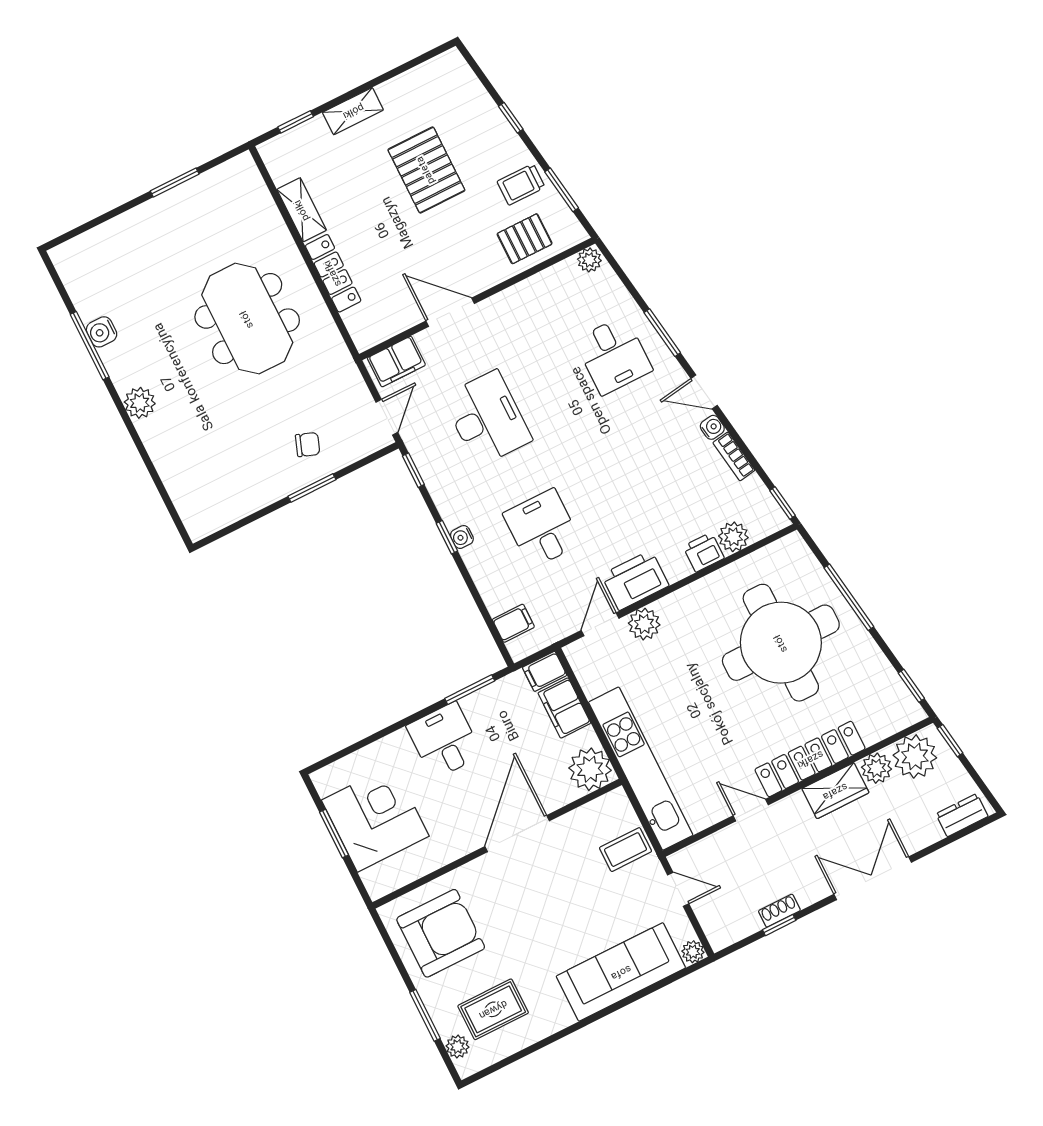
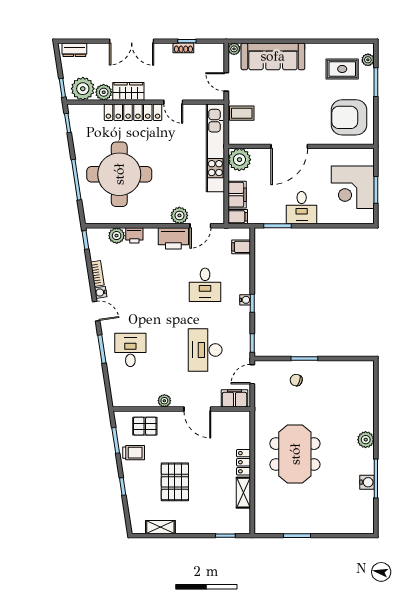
shelving: (353, 111) -> (160, 527), moved
plant: (589, 260) -> (164, 401), moved
locker: (333, 273) -> (244, 462), width x0.66

